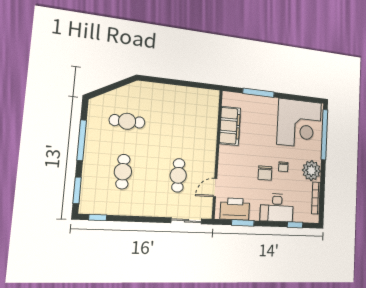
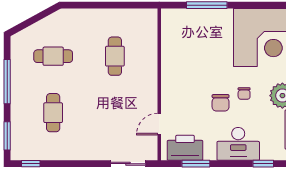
filing cabinet: (230, 126) -> (173, 50), removed
cafe table: (178, 175) -> (115, 56), moved

